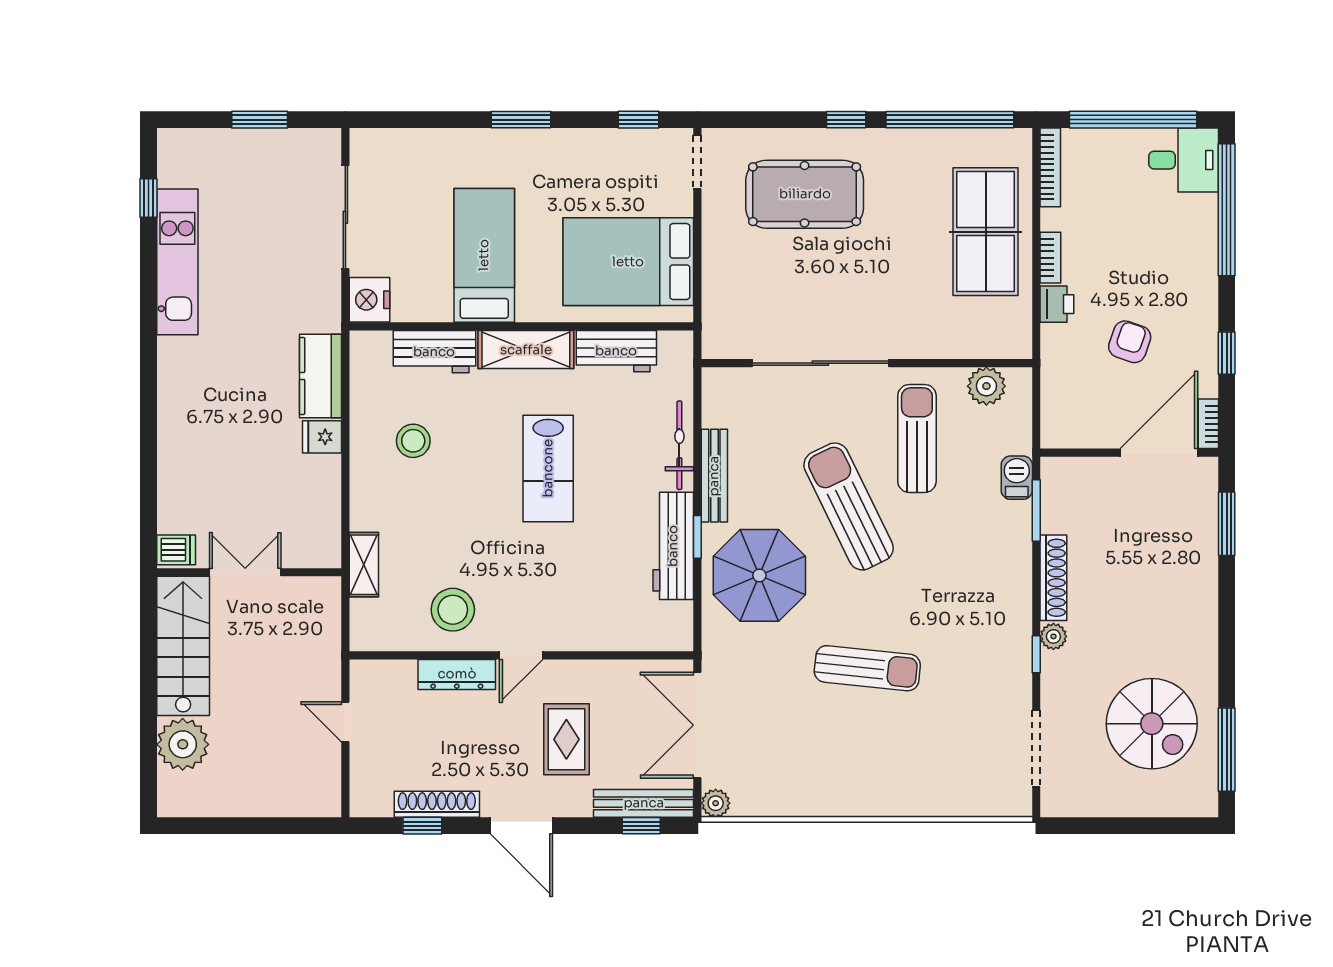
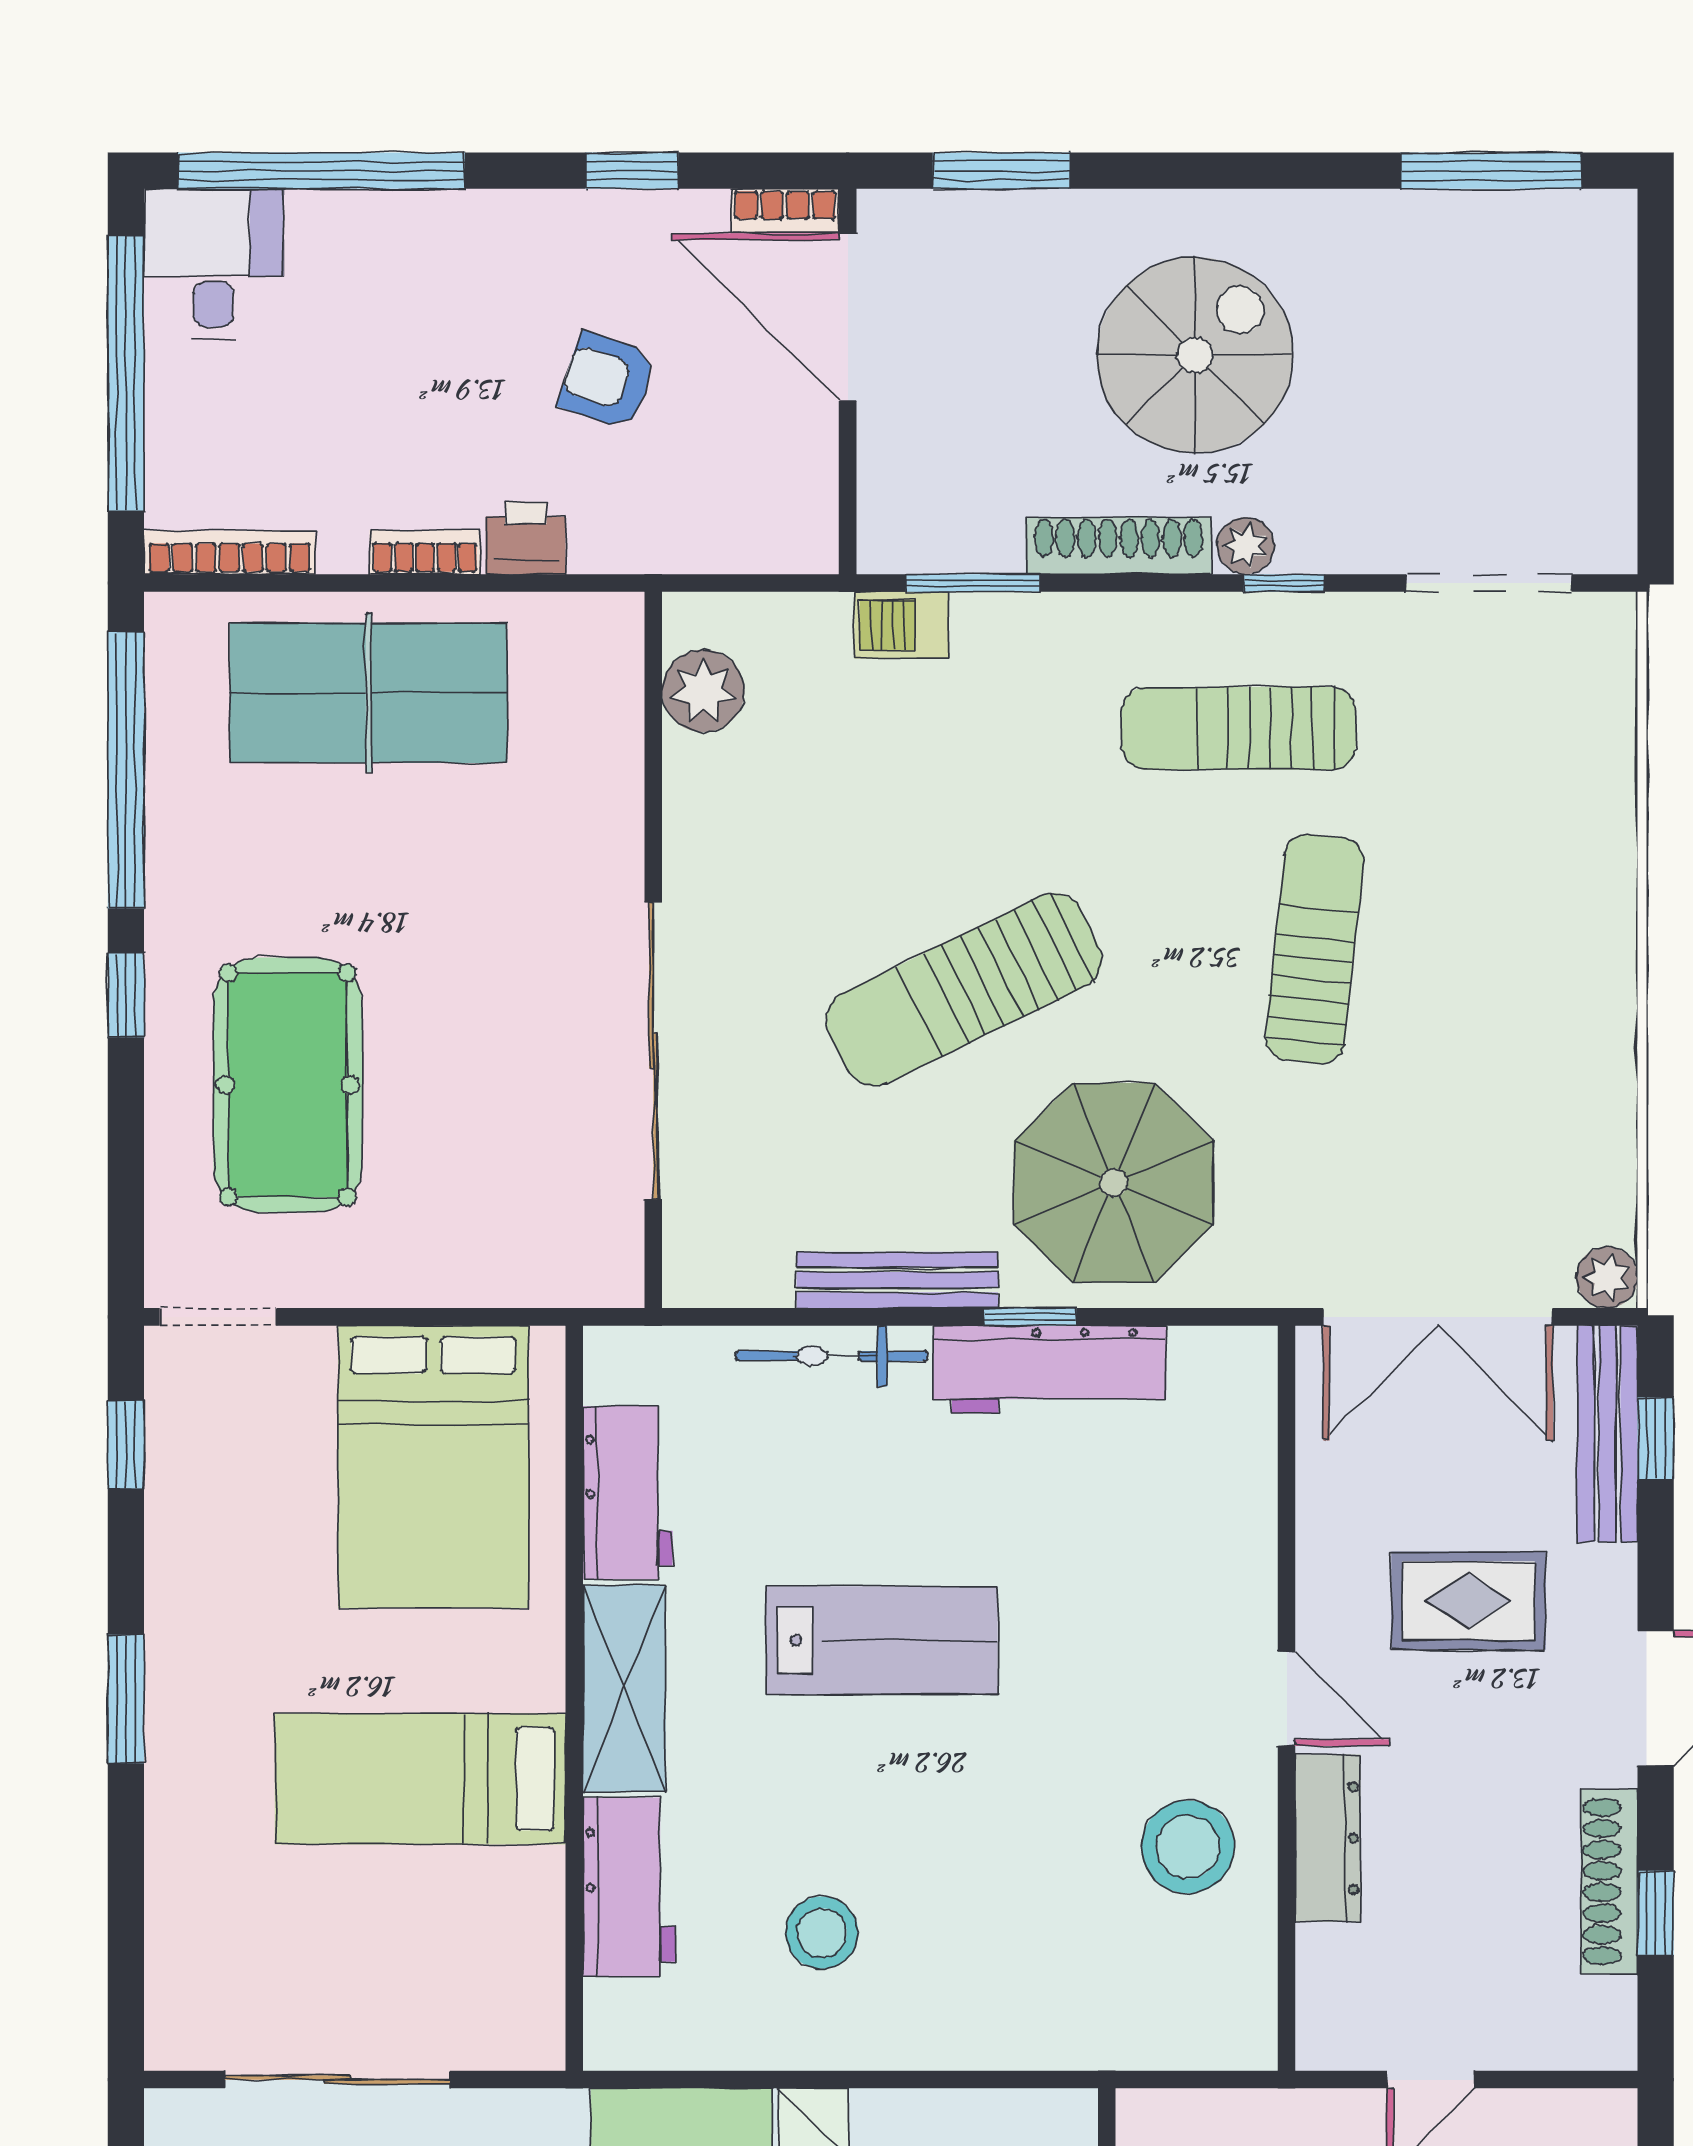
nightstand: (369, 300) -> (516, 2027), removed
sun lounger: (917, 438) -> (1239, 728), moved
shelving: (364, 565) -> (1090, 2040), removed
spiral stairs: (1152, 724) -> (1195, 355), moved

